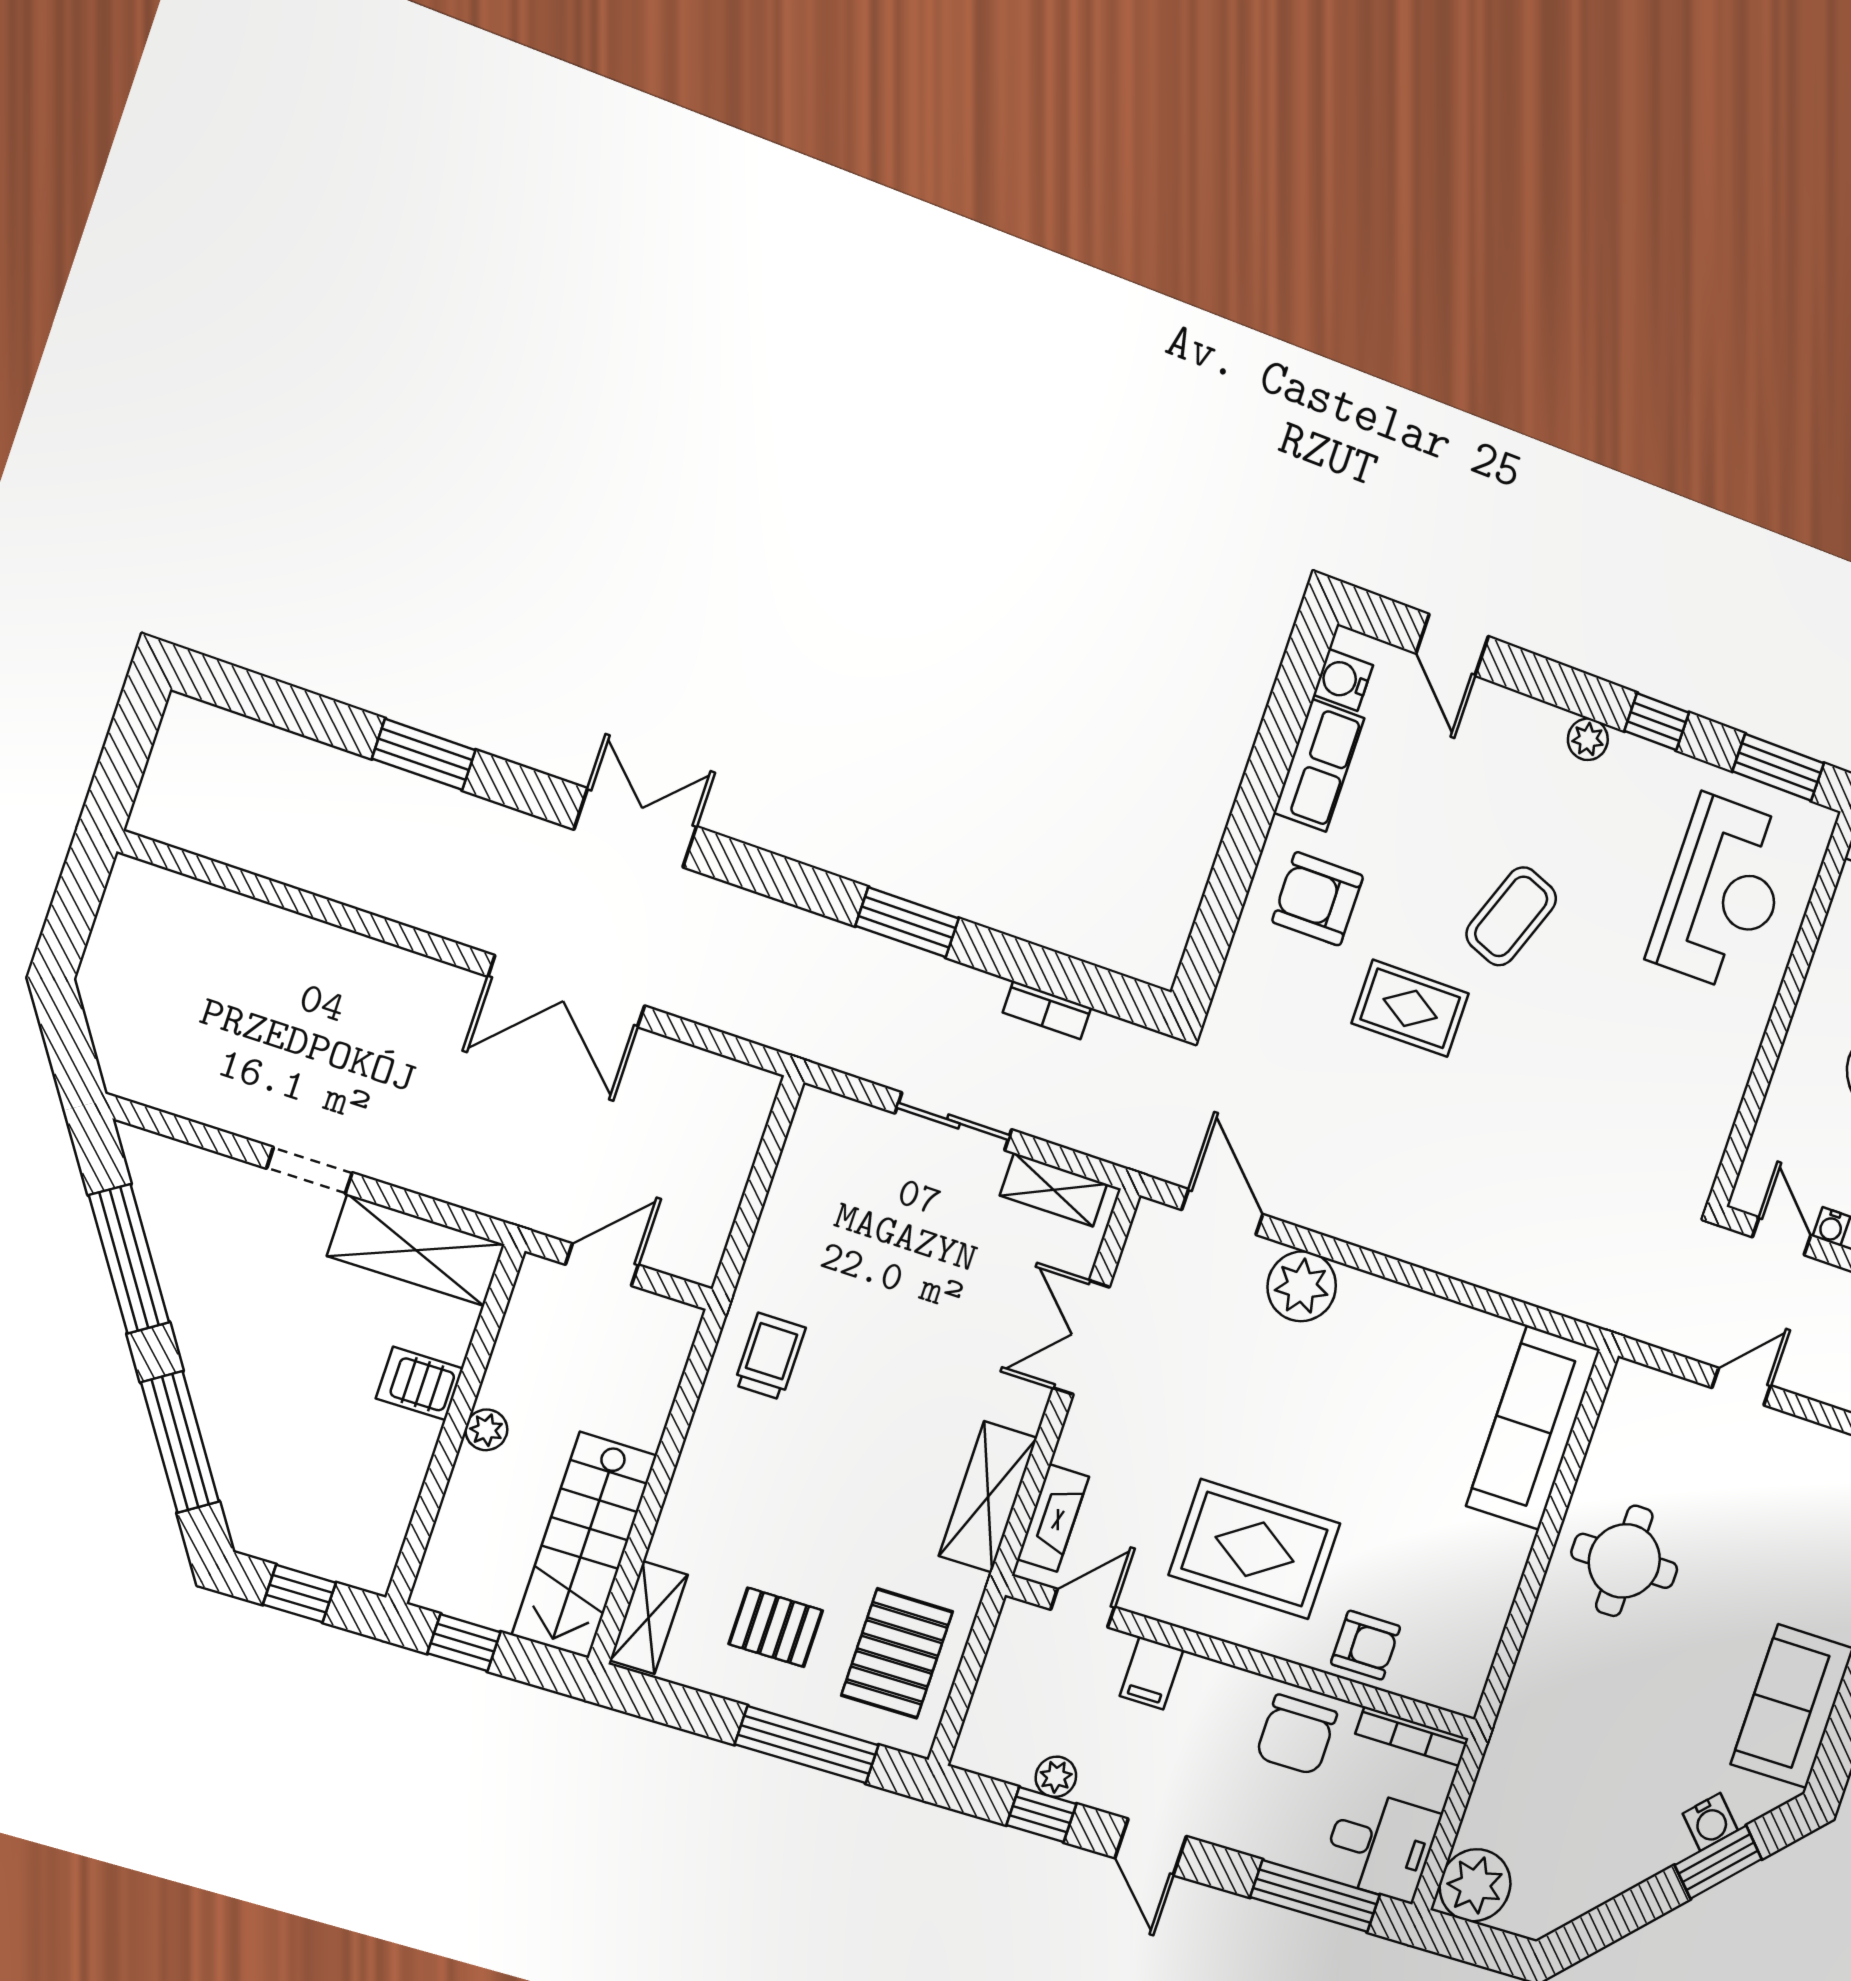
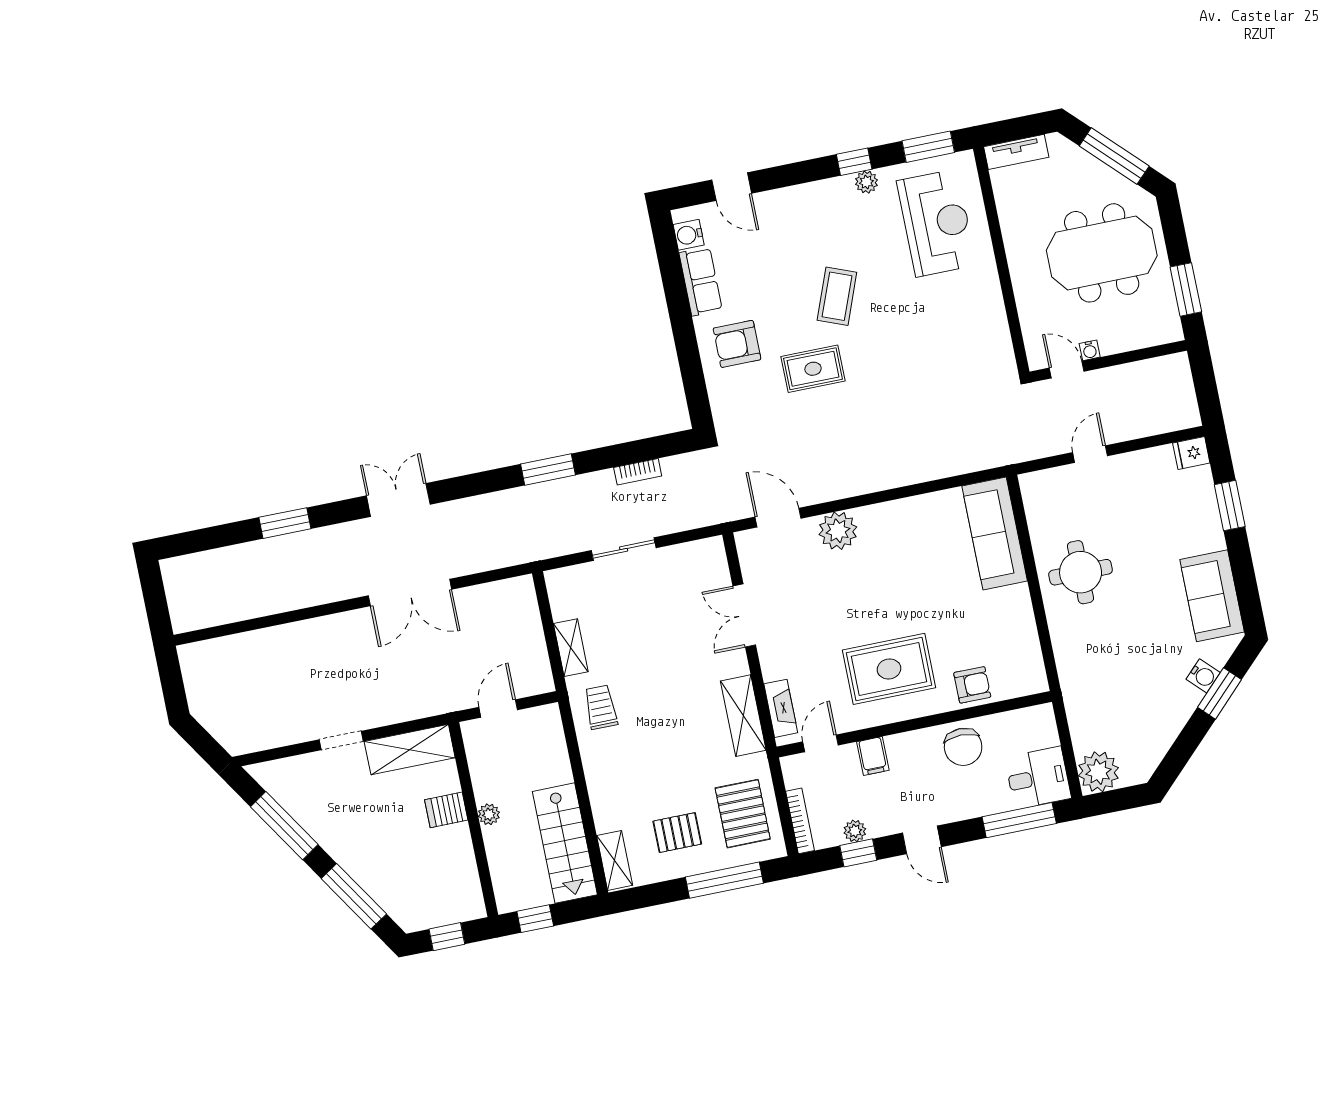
plant: (1588, 739) -> (866, 182), moved
shelving: (1054, 1190) -> (571, 648), moved, turned 90
bookcase: (1412, 1736) -> (800, 821), moved, turned -90

